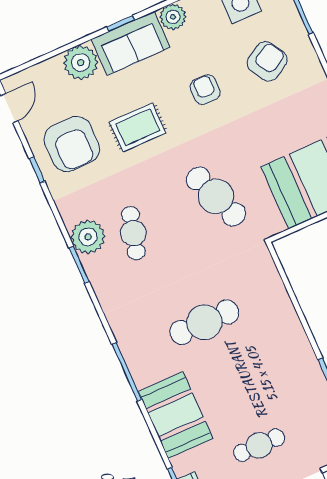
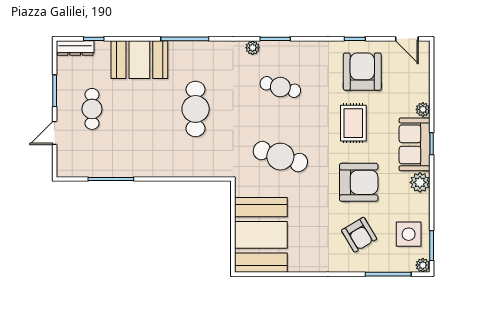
plant: (81, 63) -> (423, 109), width x0.53, depth x0.53
armchair: (205, 90) -> (359, 182), width x1.88, depth x1.88
armchair: (72, 144) -> (362, 72), turned 90
cafe table: (216, 196) -> (280, 157), turned 39
plant: (88, 237) -> (253, 48), moved, width x0.53, depth x0.53

